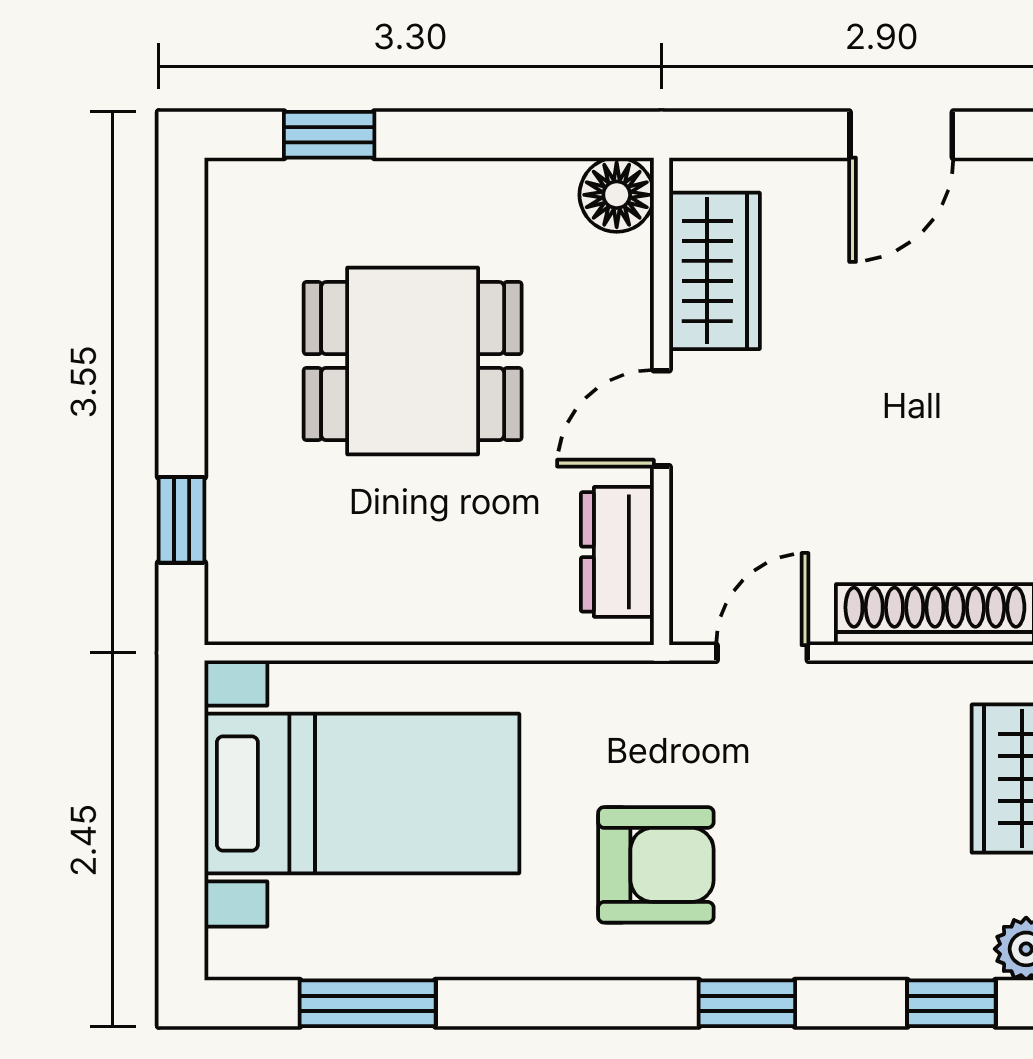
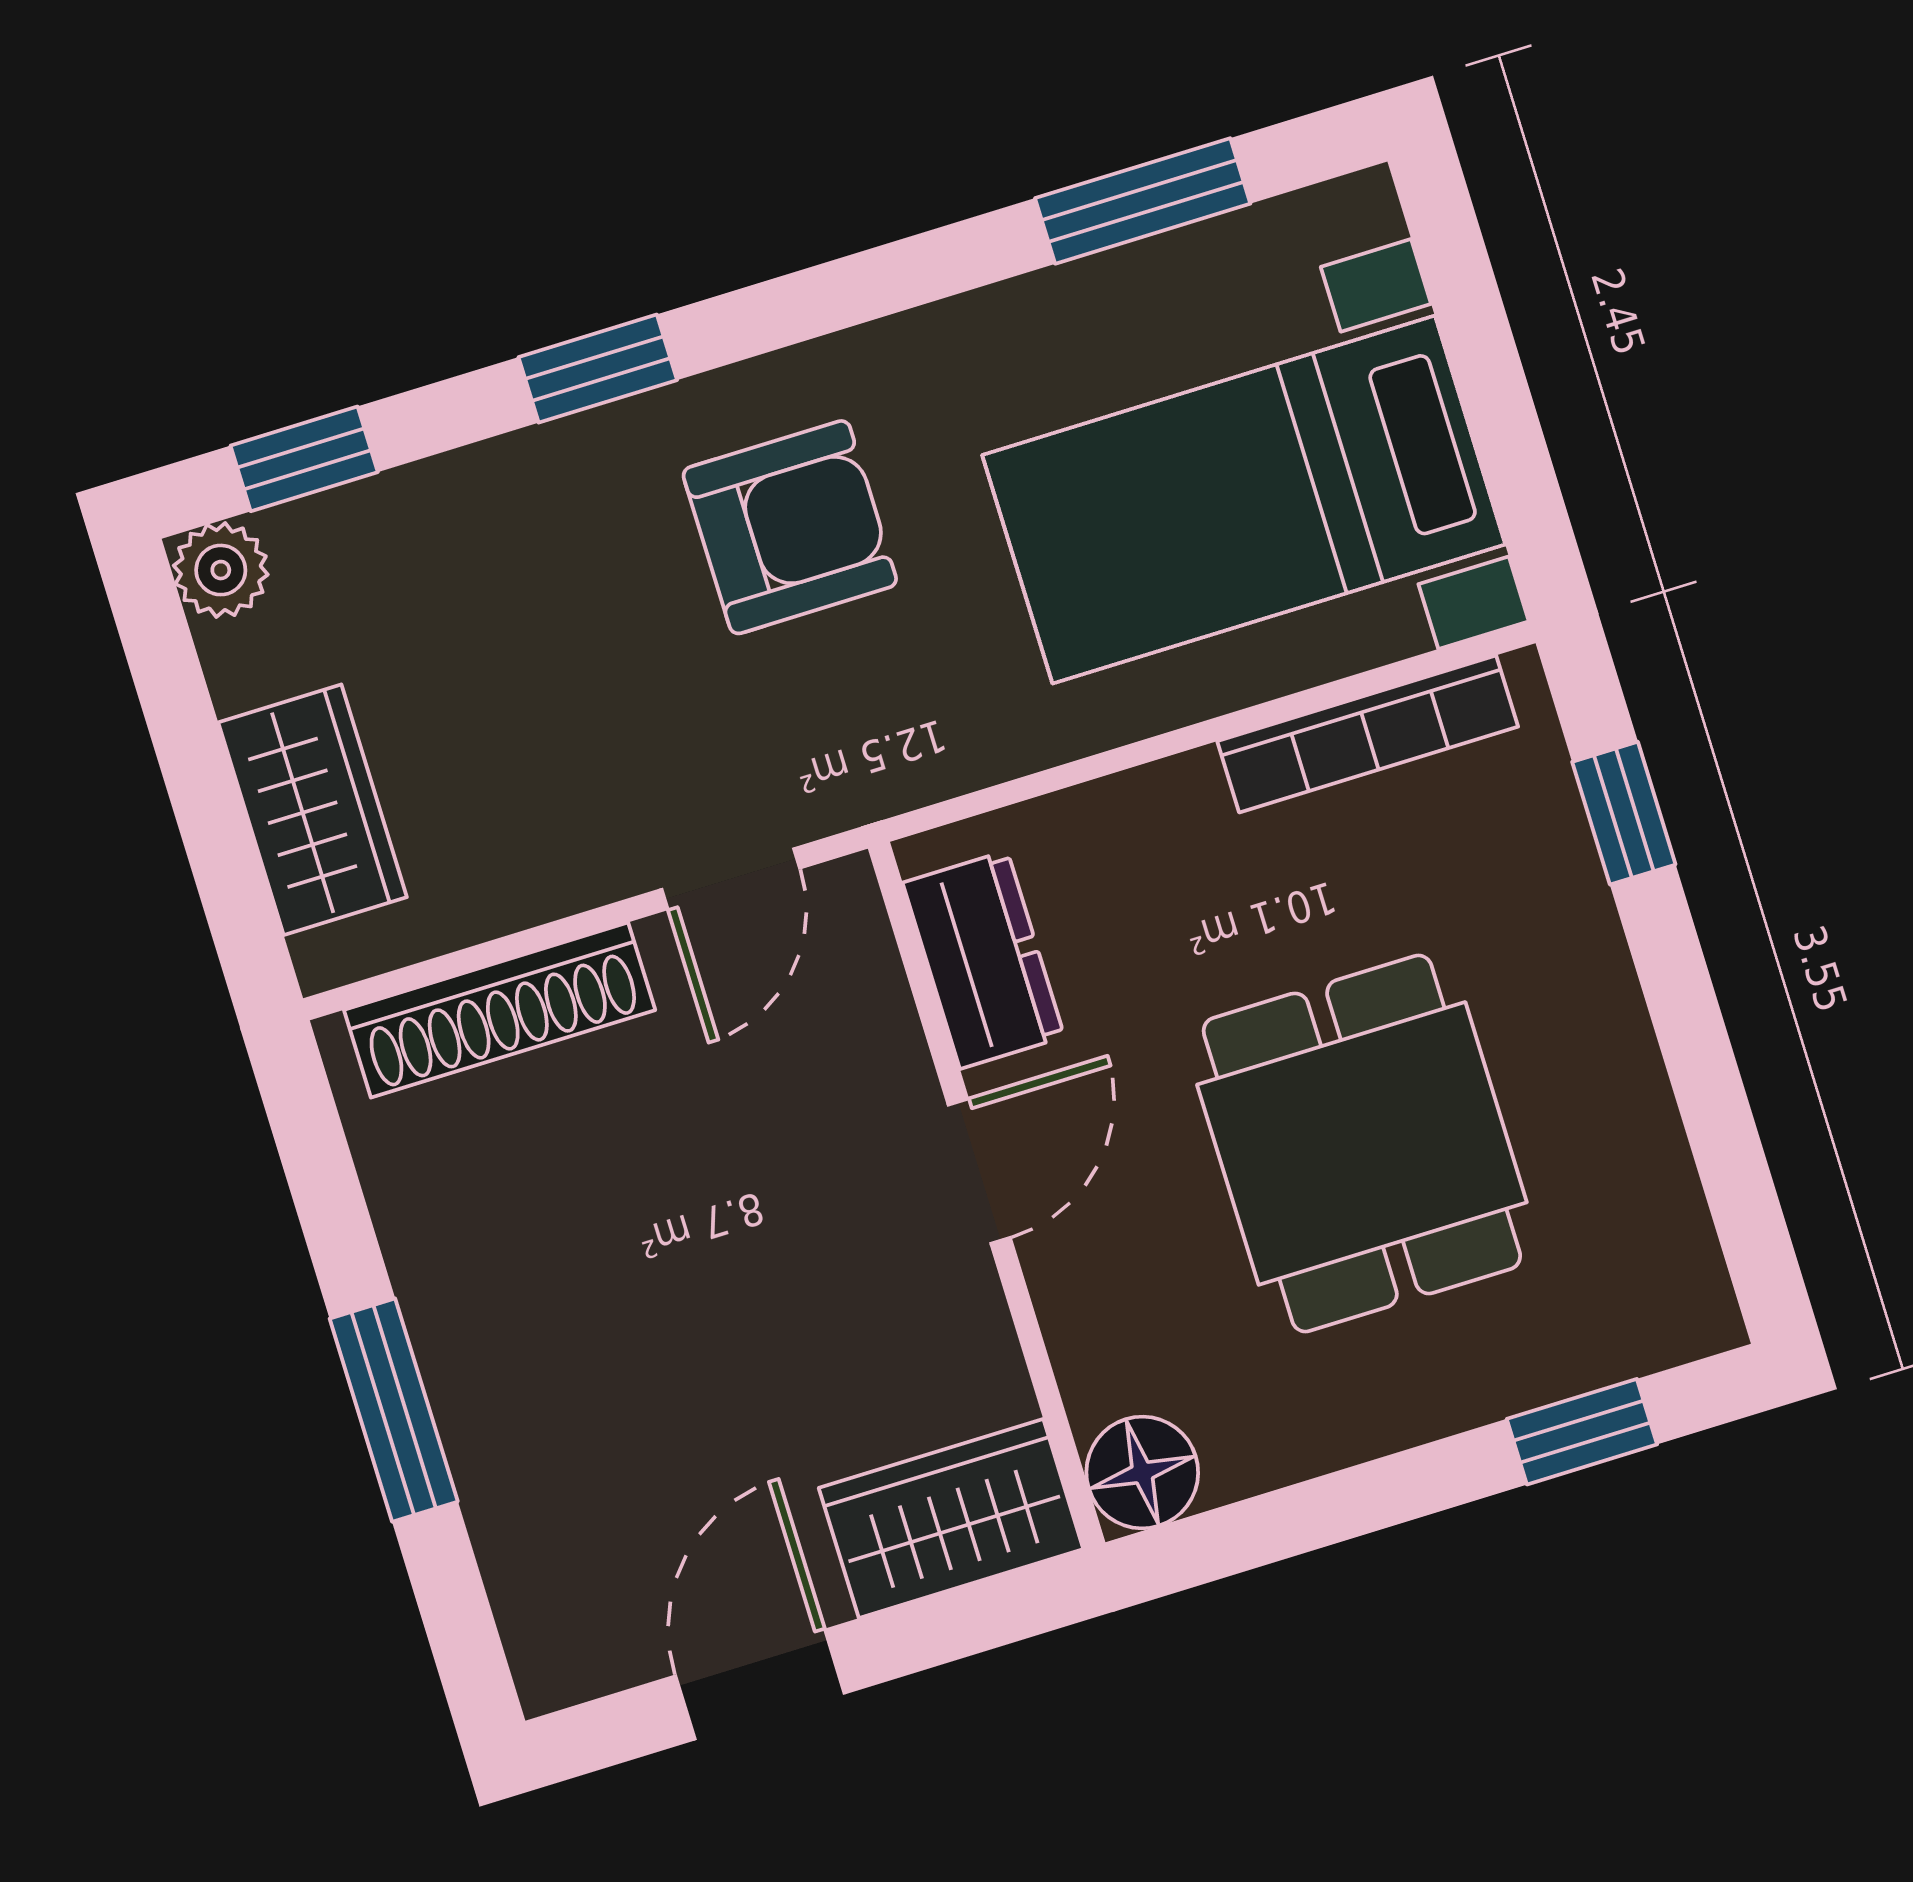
wardrobe: (714, 271) -> (951, 1518), moved, turned 90
dining table: (413, 361) -> (1362, 1143), turned 90
bookcase: (329, 620) -> (1368, 734), added
armchair: (656, 865) -> (790, 527), turned 180

